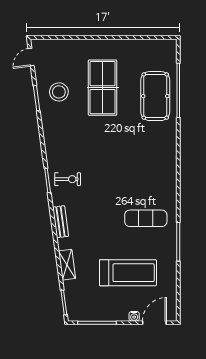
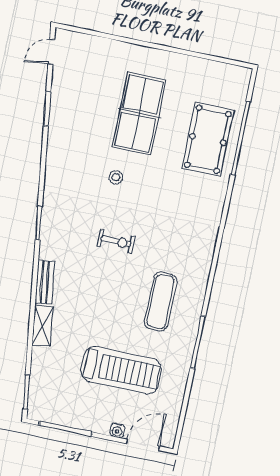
stool: (59, 92) -> (116, 177), moved, width x0.53, depth x0.53
exercise bike: (68, 179) -> (116, 241), moved
exercise mat: (146, 218) -> (161, 302), turned 90
shelving: (67, 265) -> (42, 326), moved

